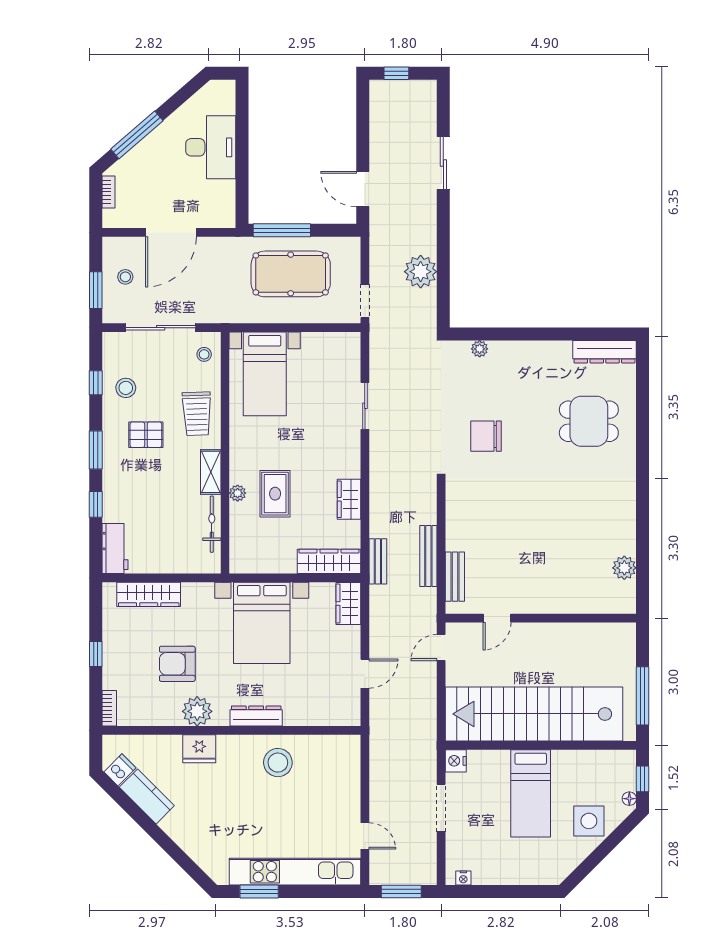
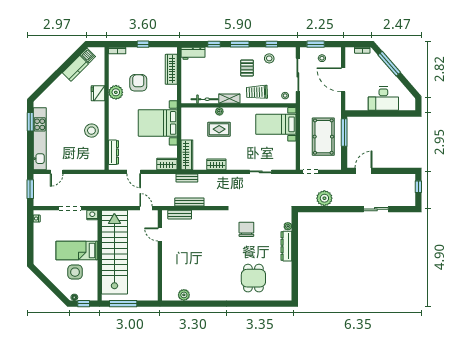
dresser: (605, 352) -> (286, 246), moved
dresser: (256, 716) -> (114, 152), moved
side table: (589, 821) -> (75, 272), moved

